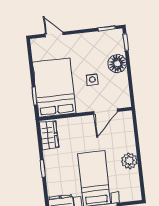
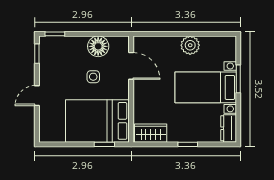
door: (54, 34) -> (37, 96), moved
floor lamp: (117, 64) -> (98, 46), moved

